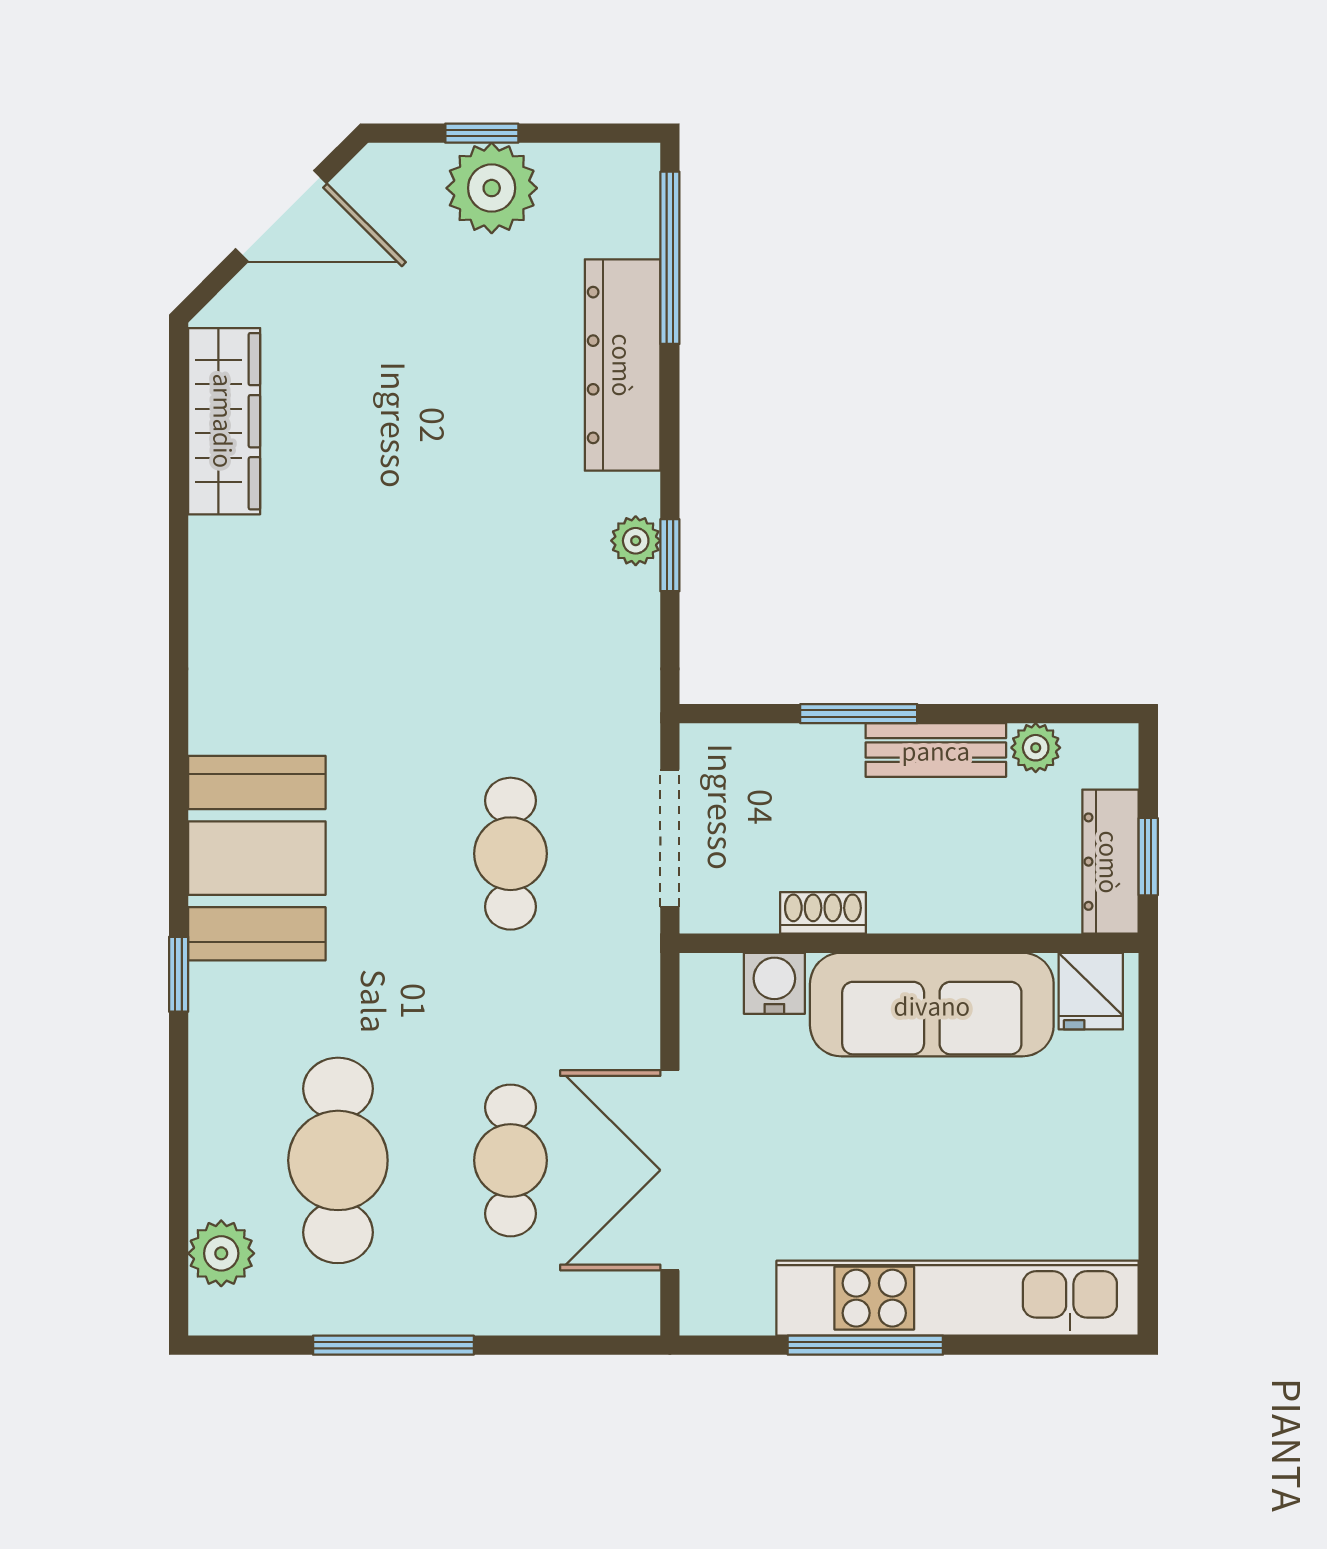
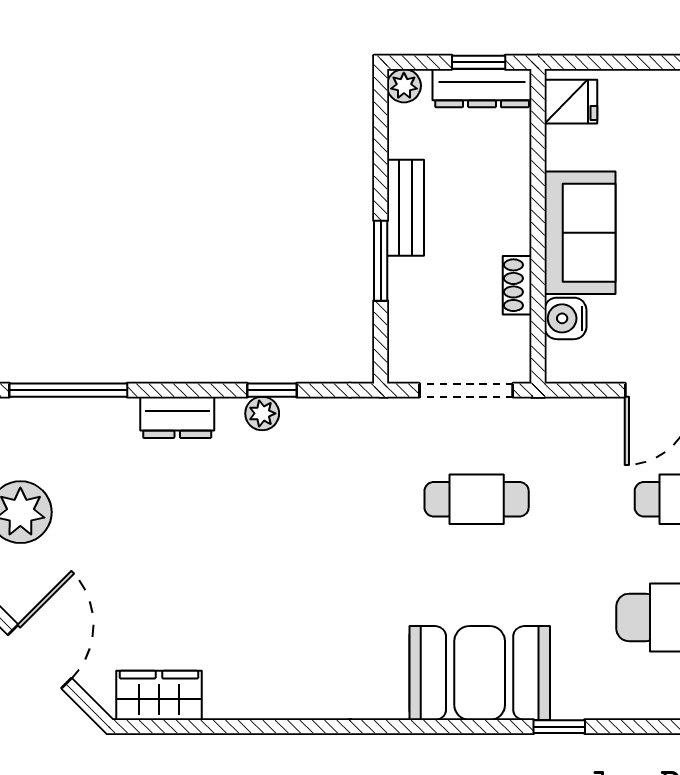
dresser: (623, 365) -> (177, 417), width x0.51, depth x0.80
wardrobe: (224, 421) -> (159, 695), width x0.67
plant: (1036, 748) -> (404, 86), moved
sofa: (932, 1005) -> (580, 233), width x0.73

